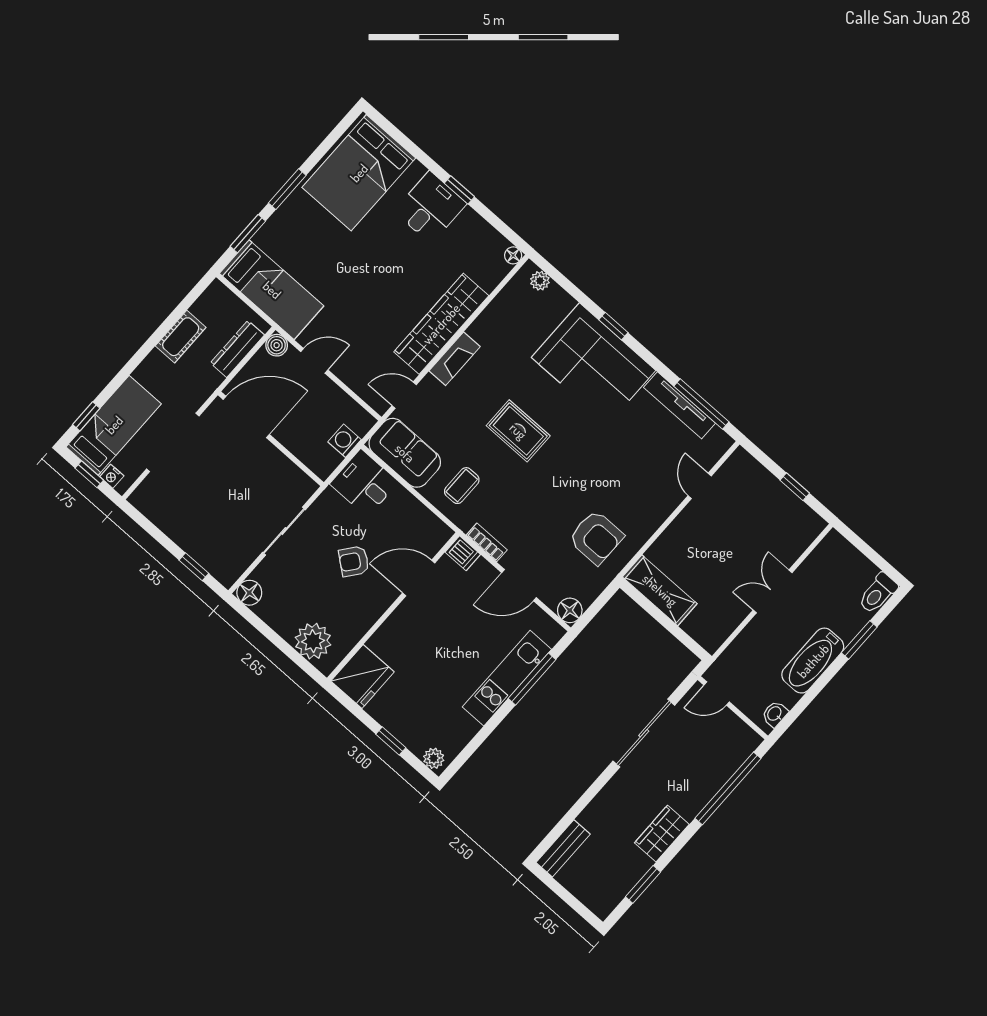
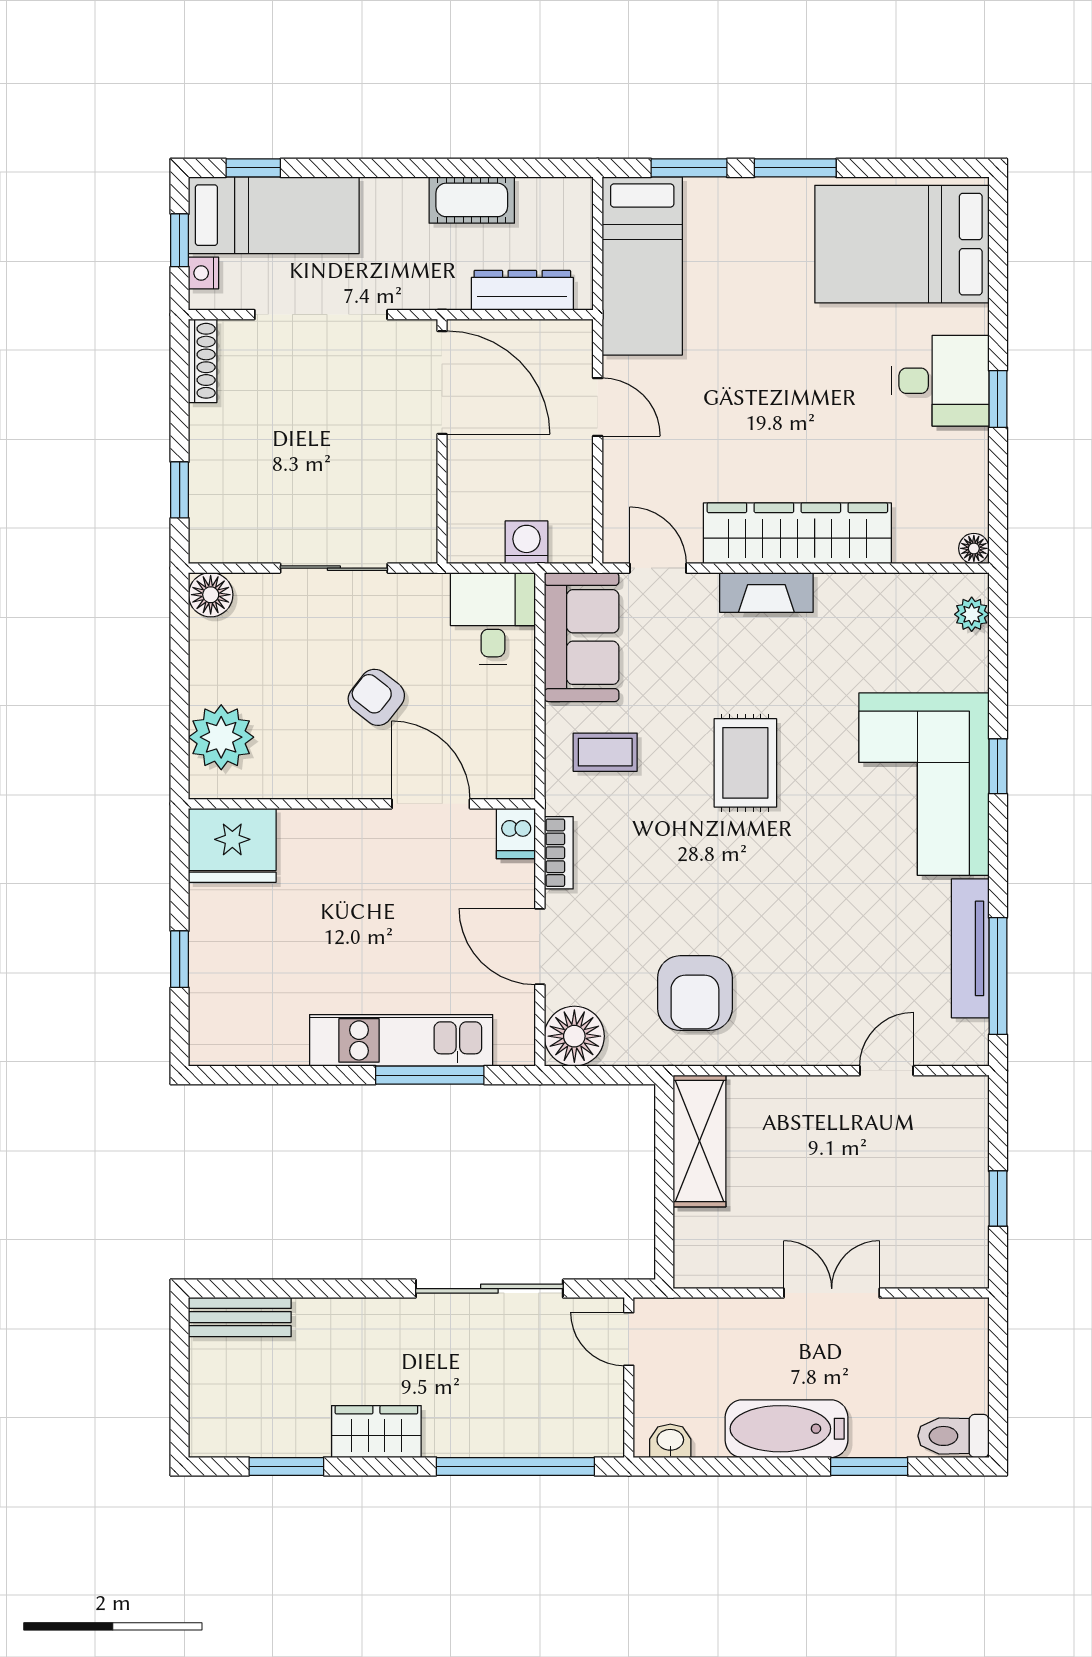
boiler: (277, 345) -> (574, 338), removed
shoe rack: (148, 509) -> (203, 361), added
floor lamp: (570, 610) -> (574, 1036), width x1.38, depth x1.38
plant: (434, 758) -> (207, 1037), removed

